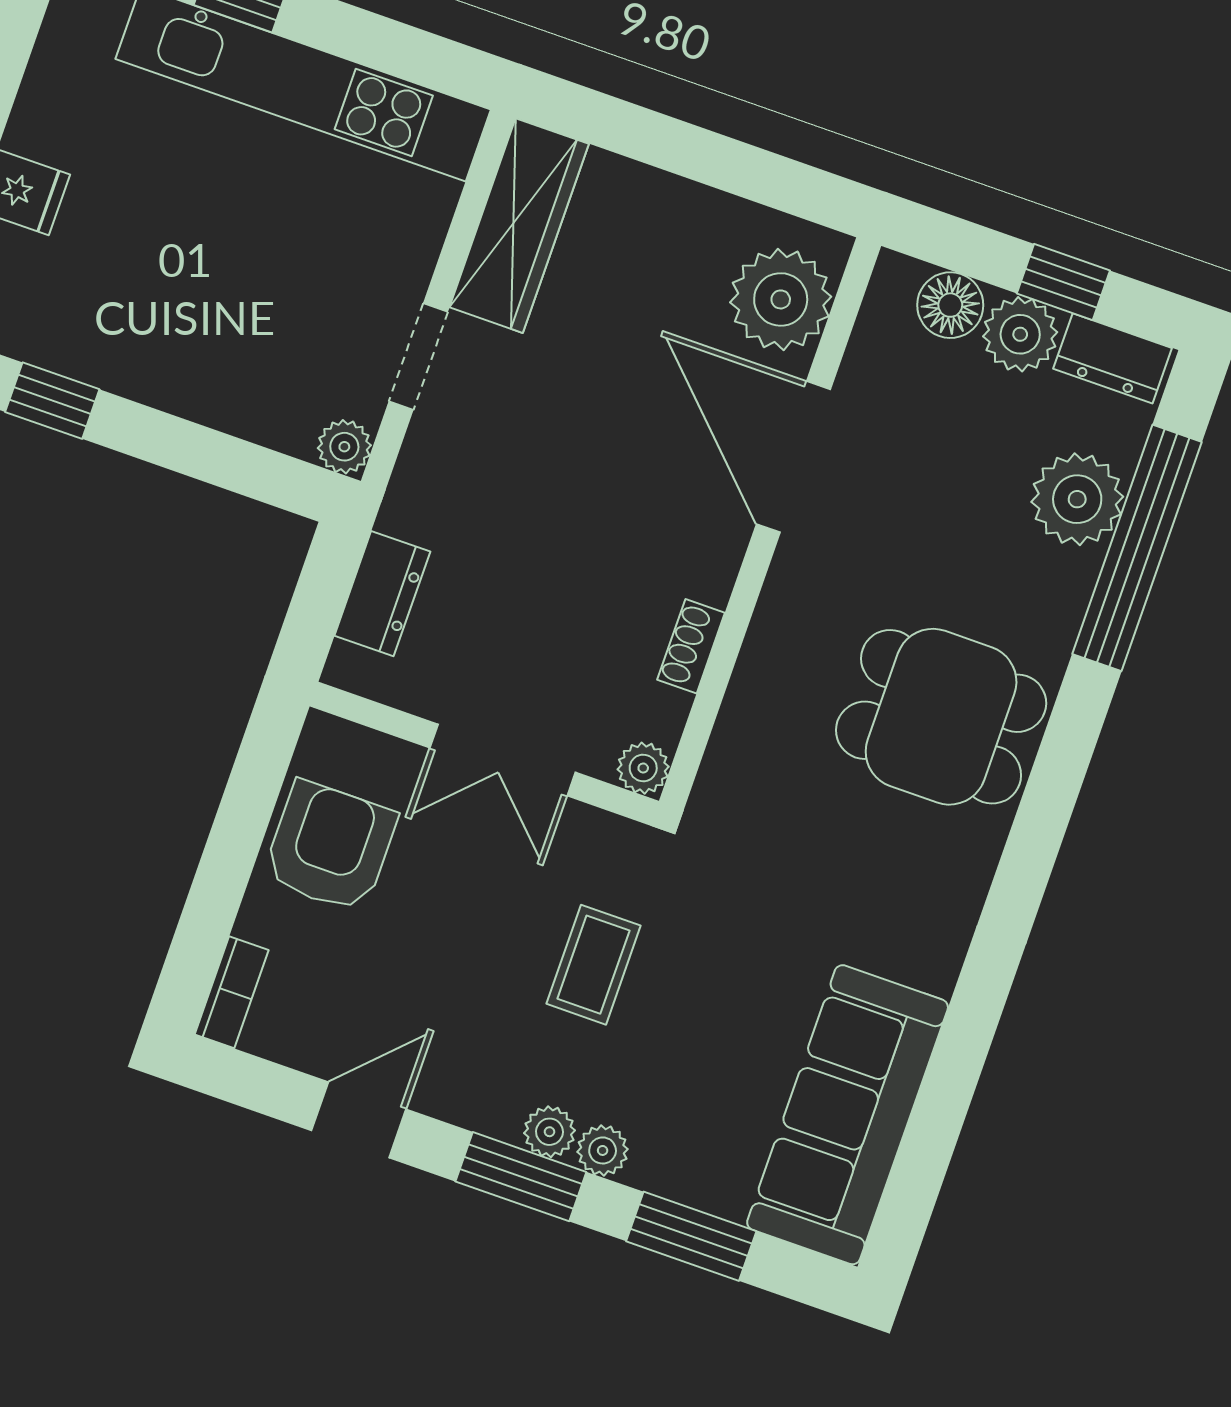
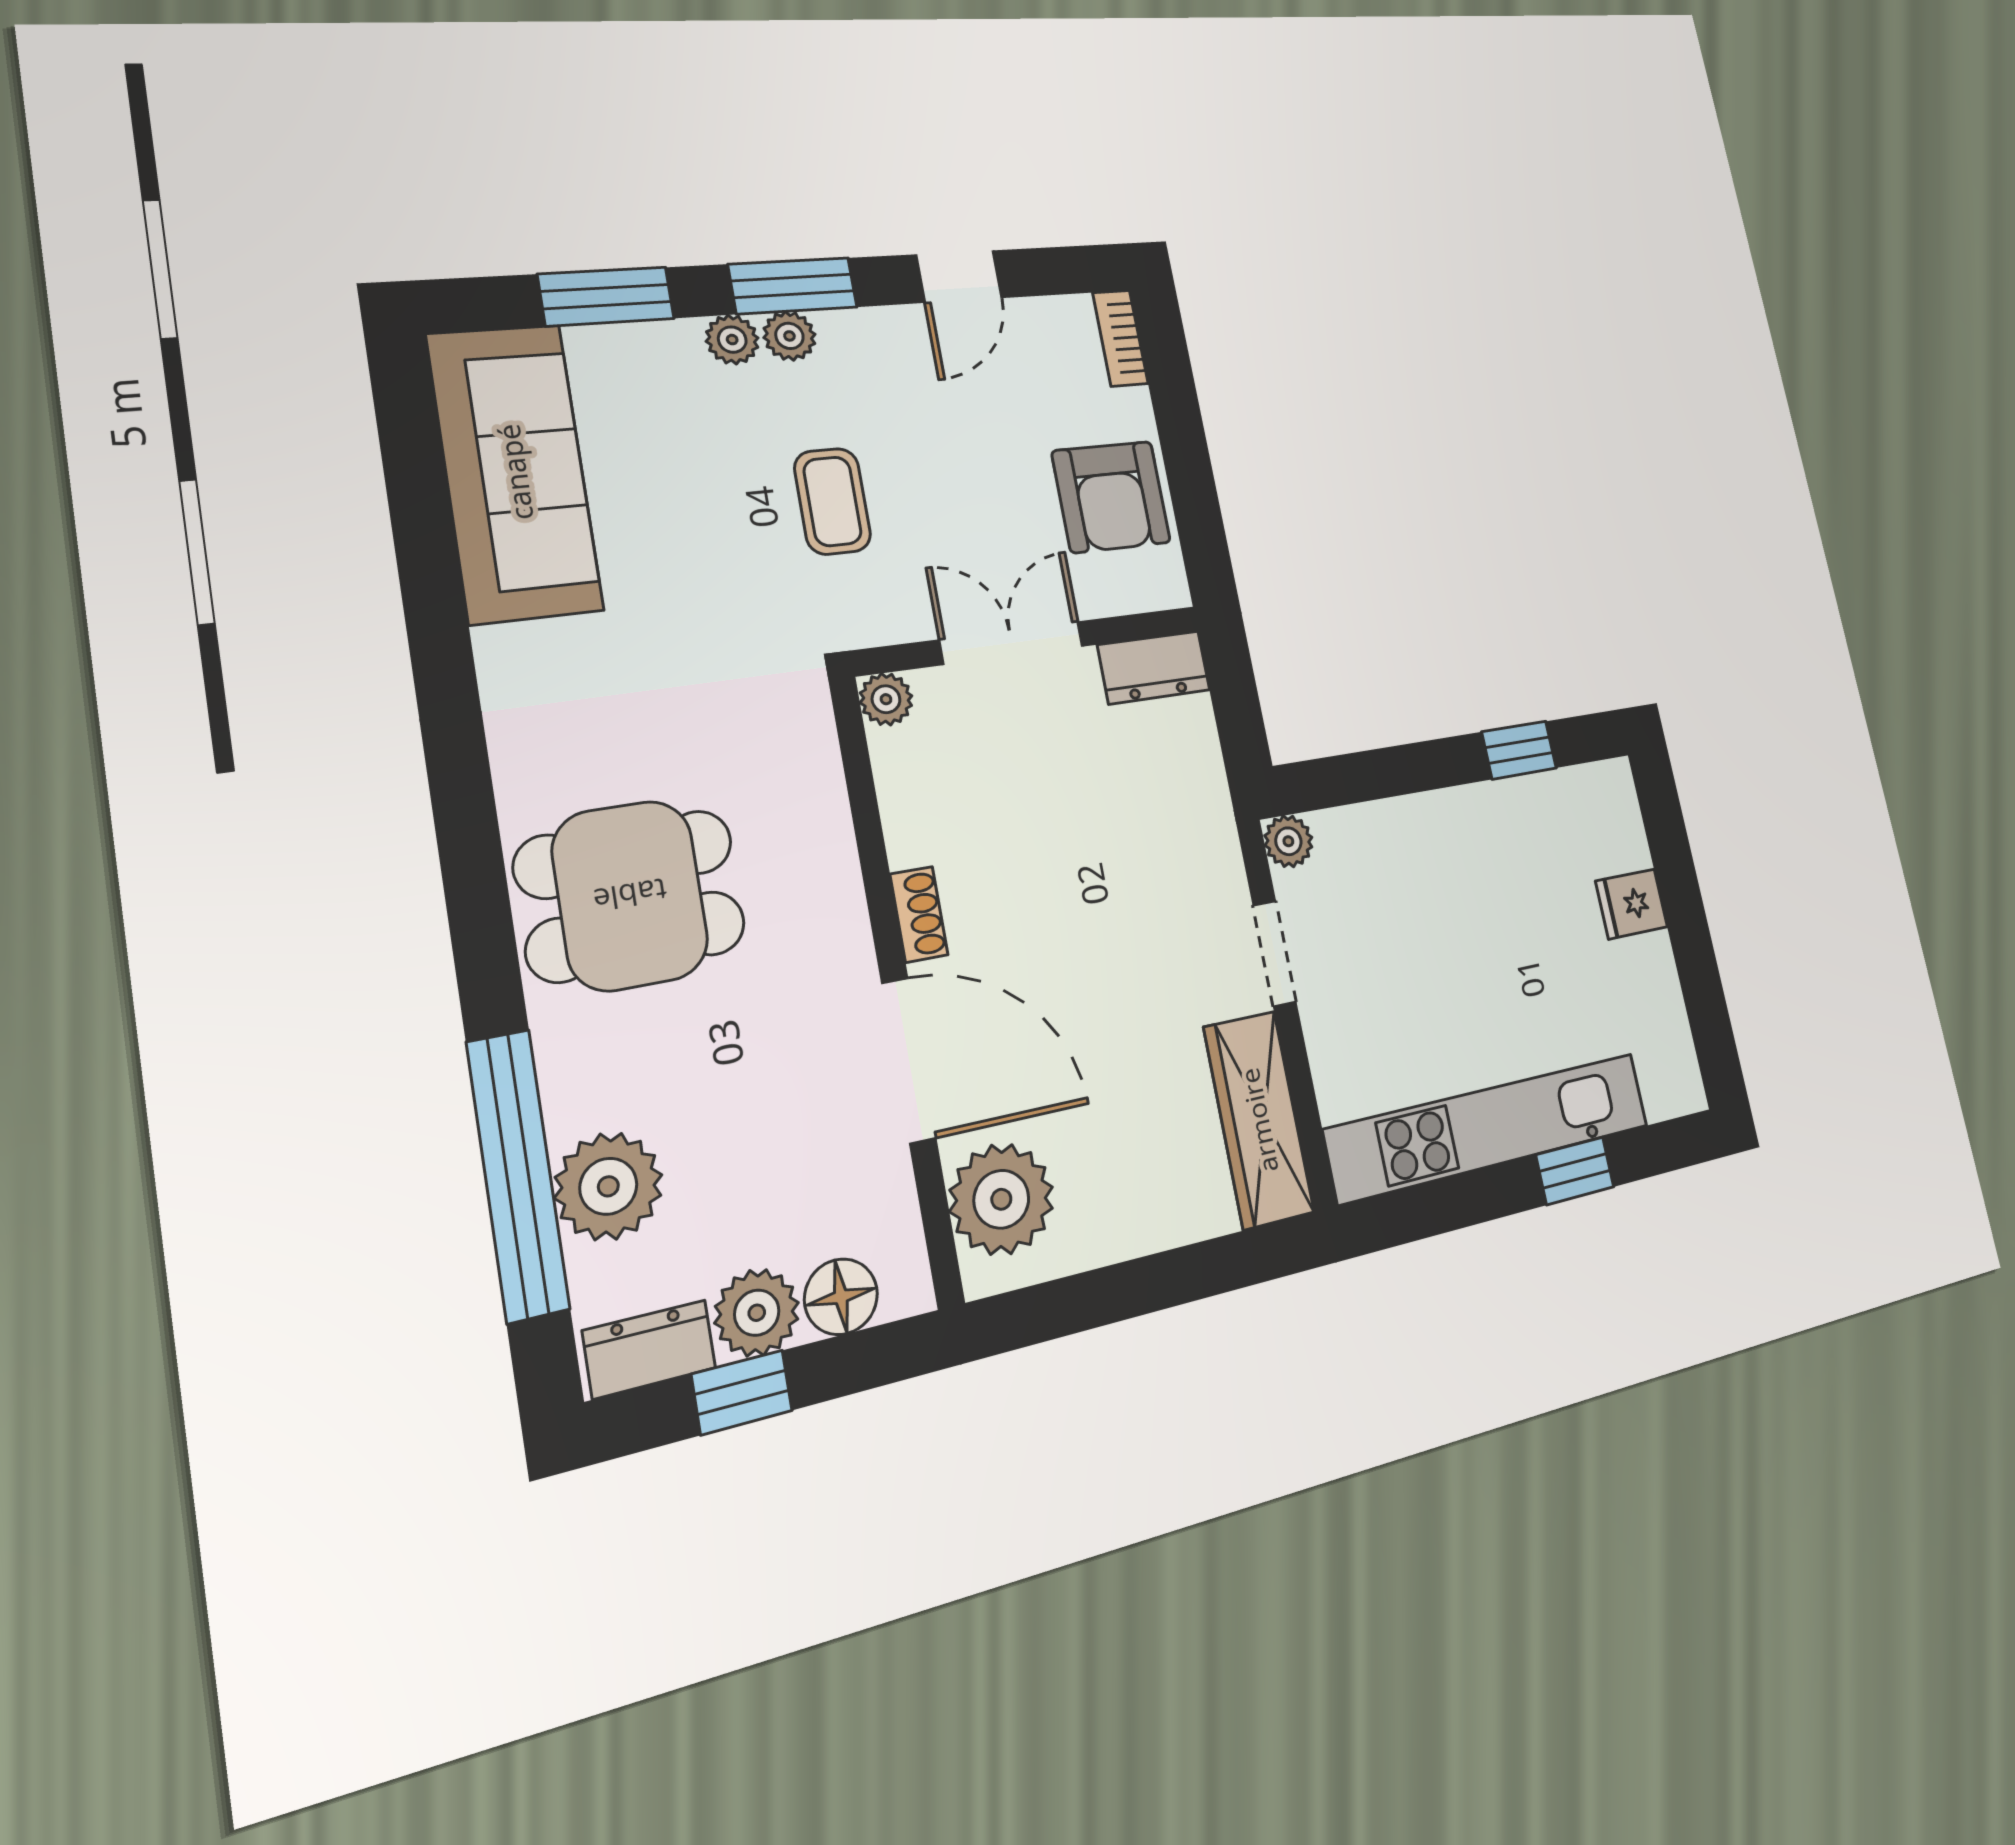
dresser: (382, 594) -> (1154, 667), moved, turned -90
shoe rack: (691, 646) -> (919, 914), moved

